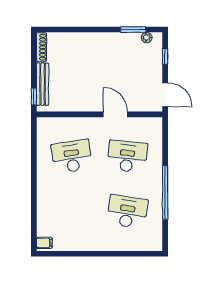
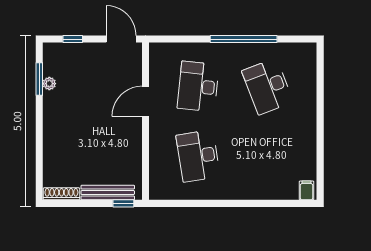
plant: (147, 38) -> (49, 84), moved
door: (165, 95) -> (121, 39), hinge flipped
desk: (127, 212) -> (268, 86), turned -30

